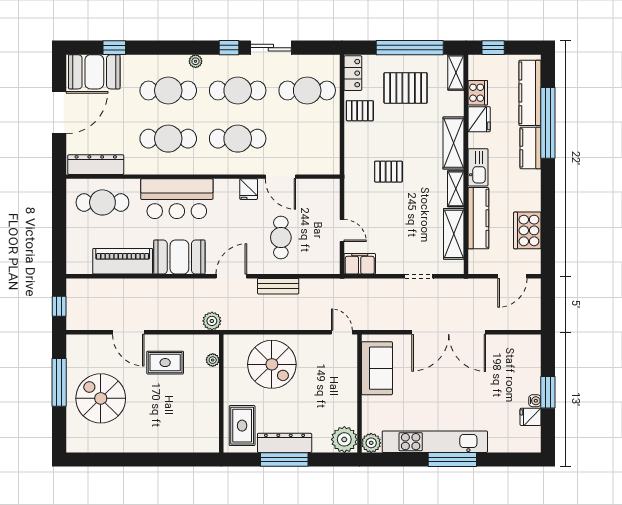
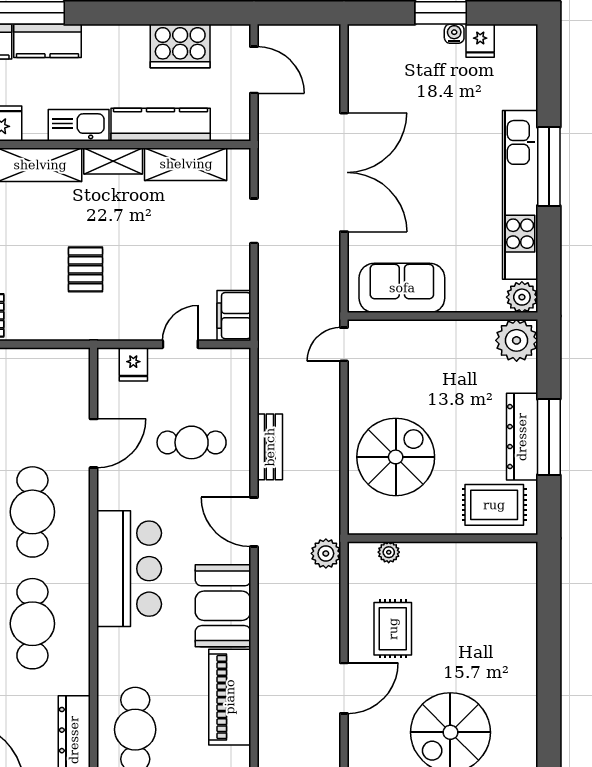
fridge: (249, 189) -> (133, 364), moved, turned 90
bar counter: (177, 199) -> (129, 569), moved

